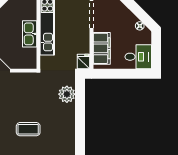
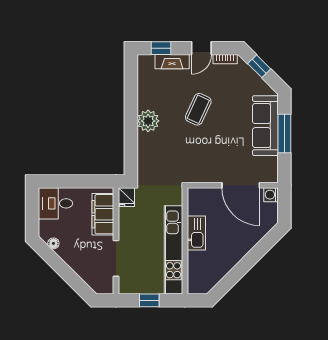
plant: (67, 94) -> (148, 121), moved
coffee table: (28, 129) -> (198, 109), turned -65

